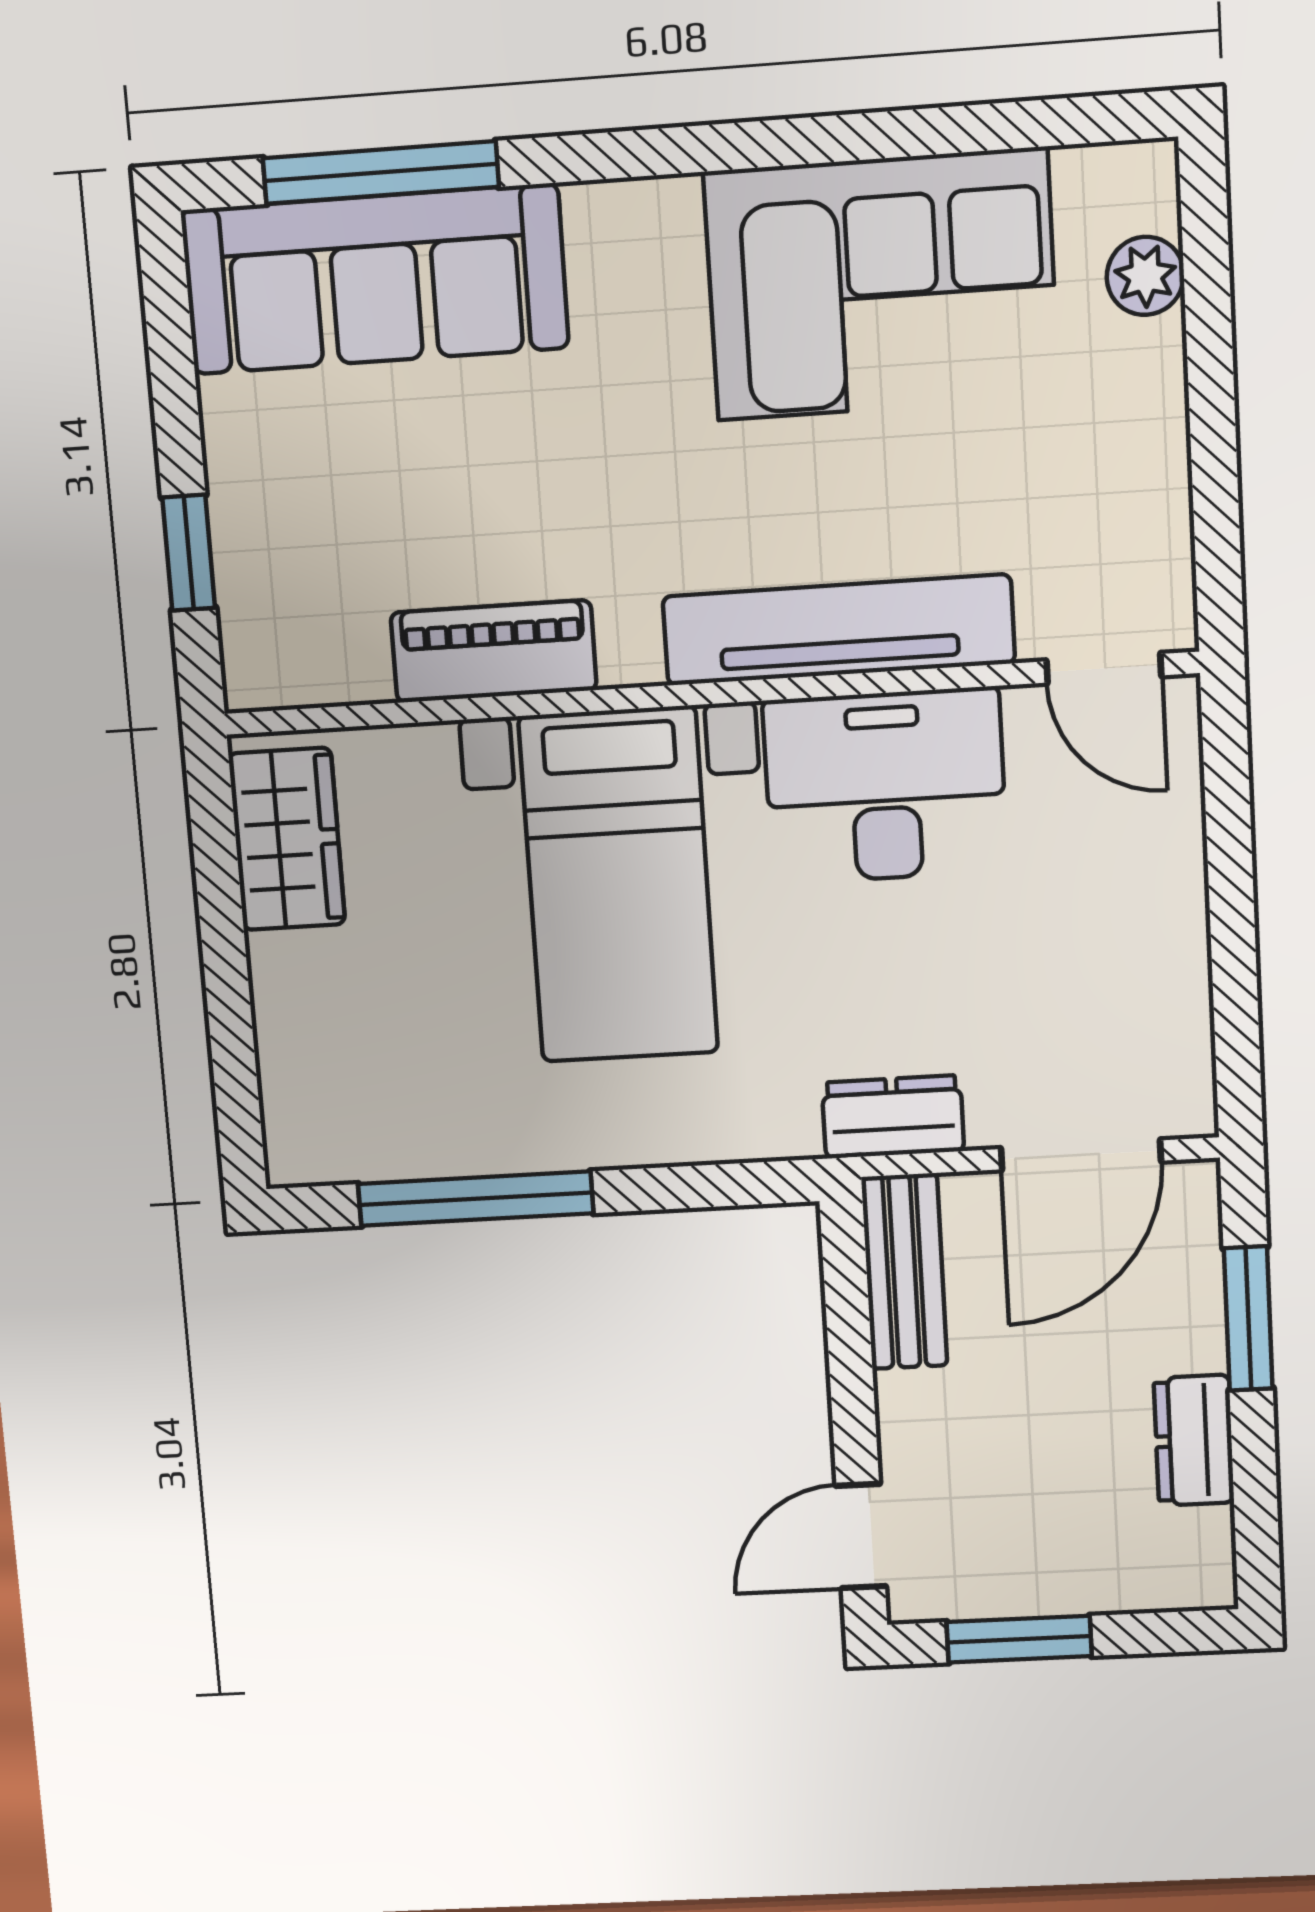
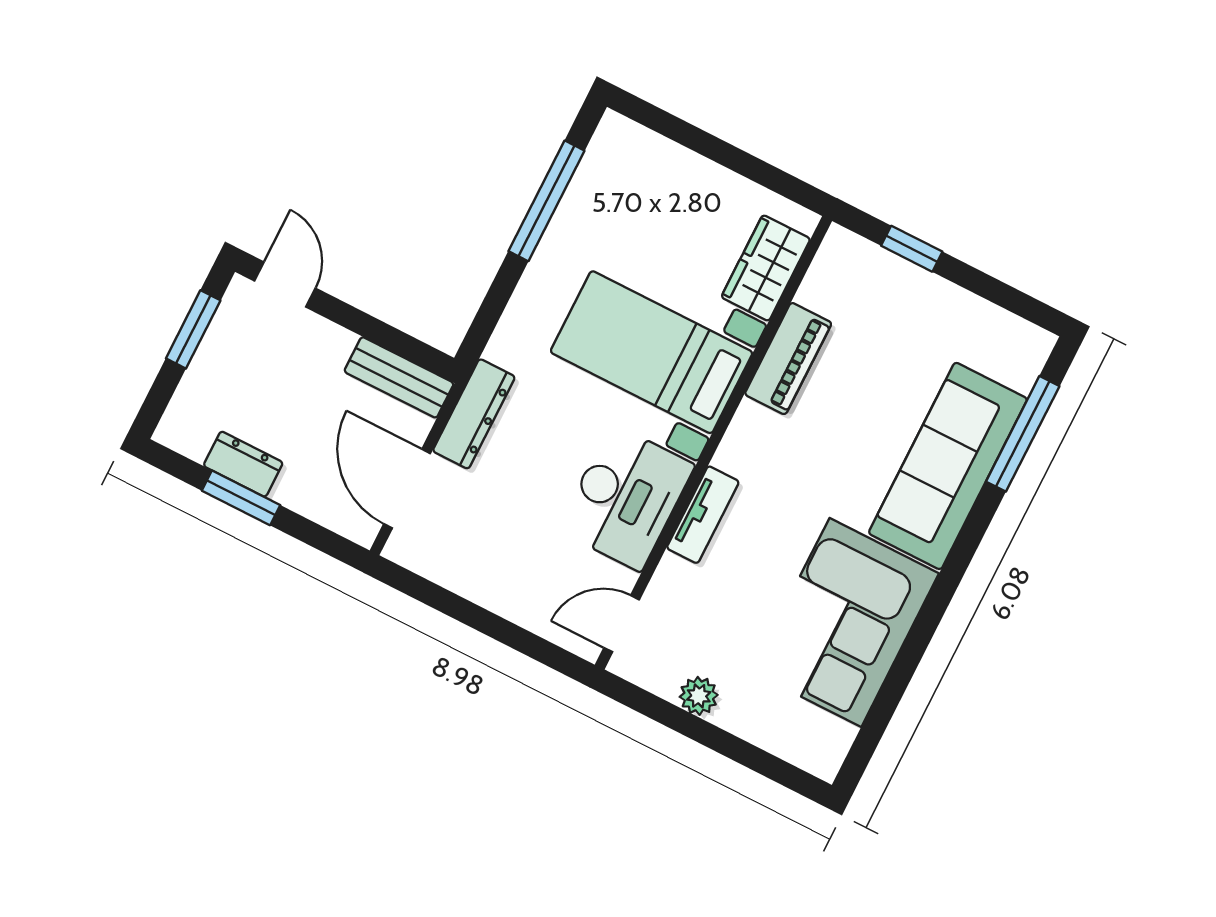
plant: (1145, 276) -> (699, 696), moved
sofa: (375, 279) -> (948, 466), moved
tv unit: (839, 630) -> (703, 515), width x0.52, depth x0.78
wardrobe: (287, 839) -> (766, 268), moved, turned 90
dresser: (893, 1117) -> (474, 414), width x1.44
window: (1248, 1318) -> (241, 498), moved

